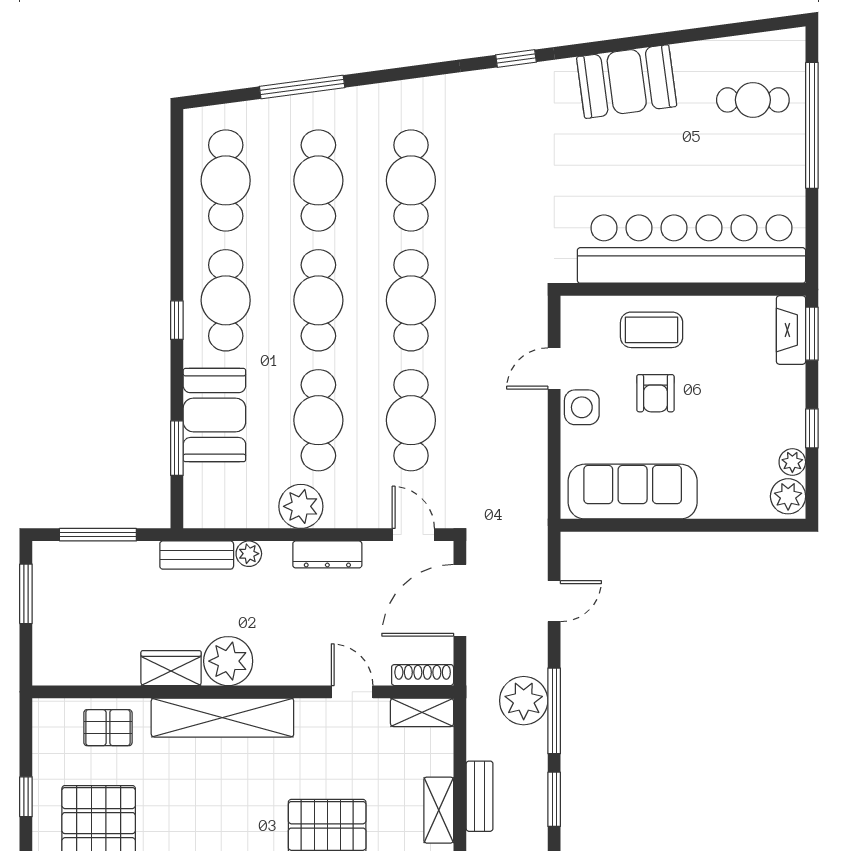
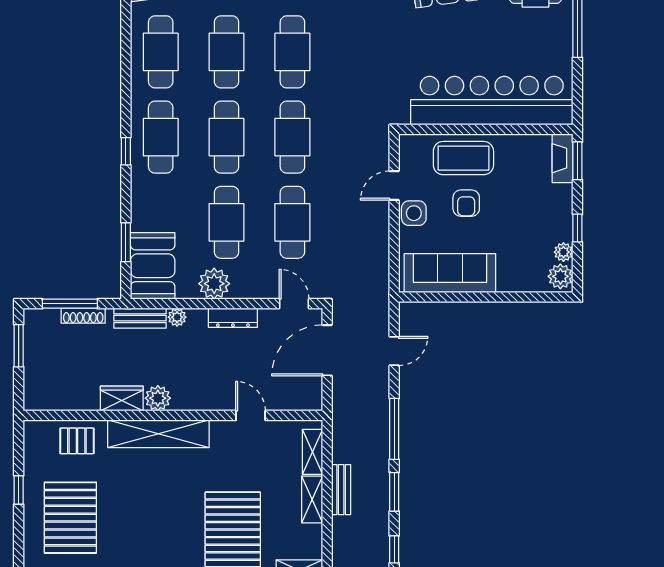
coffee table: (652, 330) -> (463, 158), width x1.36, depth x1.32
booth: (214, 415) -> (153, 266), moved
plant: (228, 661) -> (158, 398), width x0.73, depth x0.73
shoe rack: (423, 675) -> (83, 316), moved, turned 180
plant: (524, 701) -> (373, 422), removed
shelving: (422, 712) -> (313, 452), moved, turned 90

